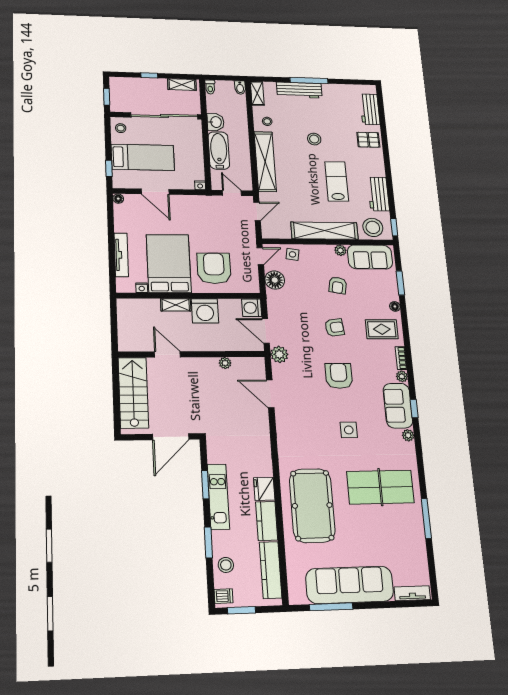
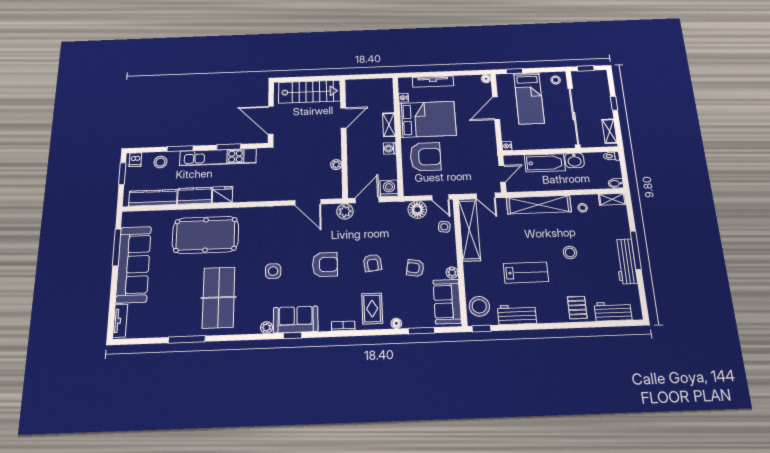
workbench: (299, 90) -> (626, 261), moved
shelving: (325, 231) -> (469, 230), moved
washing machine: (205, 311) -> (390, 148), width x0.53, depth x0.53
plant: (402, 376) -> (325, 325), removed
door: (270, 394) -> (308, 202), swing flipped
kitchen unit: (218, 497) -> (218, 157), width x1.36

